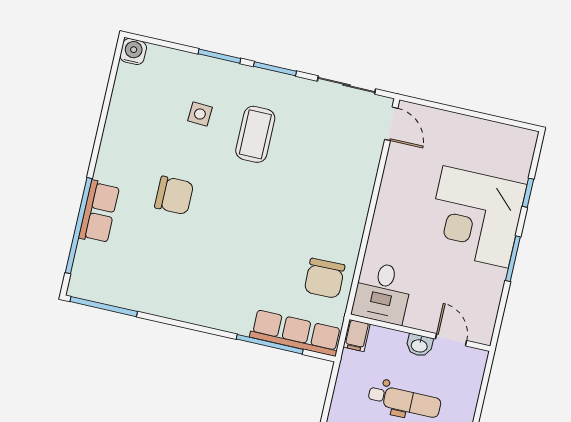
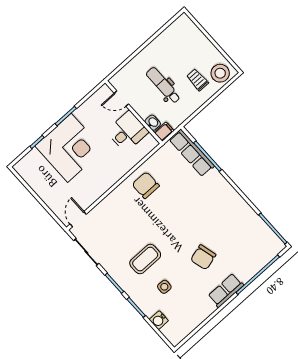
water cooler: (133, 52) -> (159, 320), moved
chair: (174, 195) -> (203, 257), turned -105
row of seats: (99, 212) -> (226, 290), moved
chair: (324, 278) -> (146, 185), moved, turned -89
desk: (382, 293) -> (127, 132), moved
door: (451, 340) -> (121, 99), hinge flipped
washbasin: (419, 345) -> (153, 123), moved

